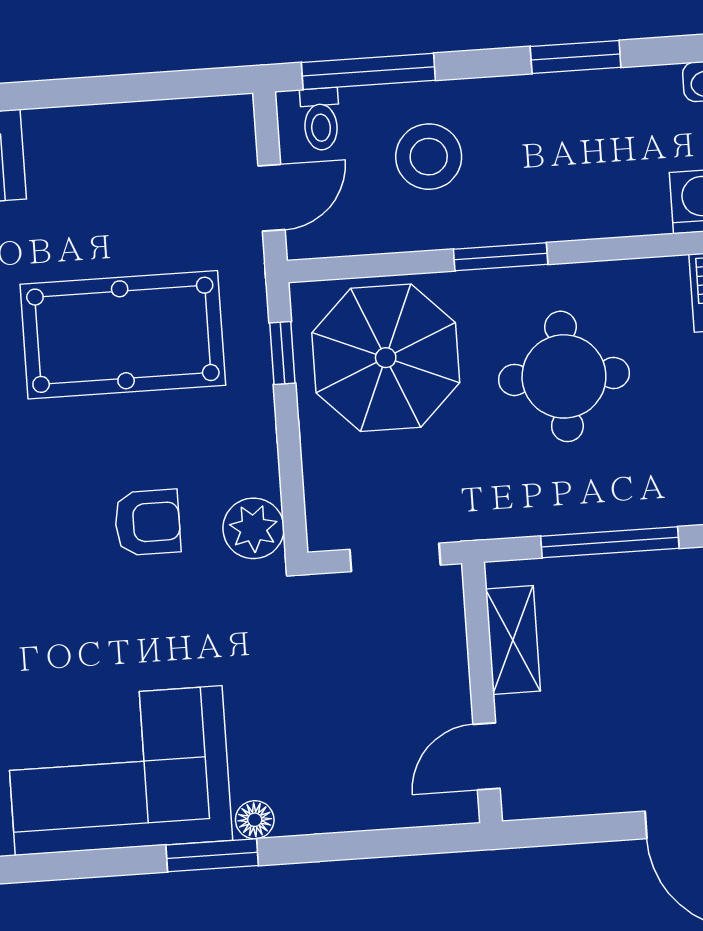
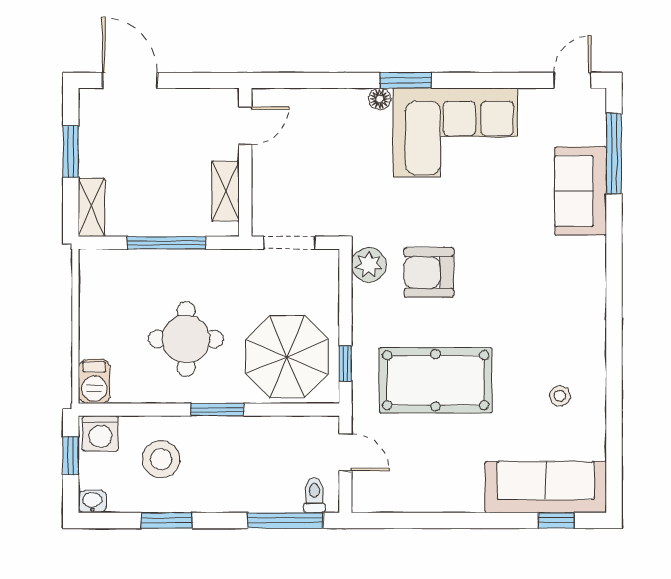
stool: (429, 157) -> (161, 459), moved
door: (272, 198) -> (345, 452), swing flipped
armchair: (147, 522) -> (429, 272), width x1.38, depth x1.38

